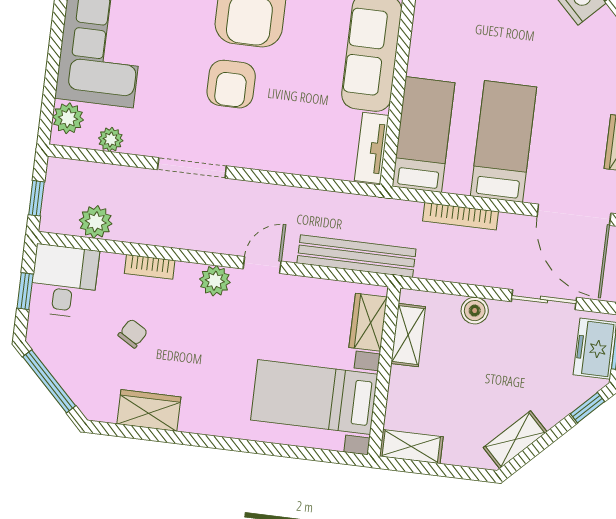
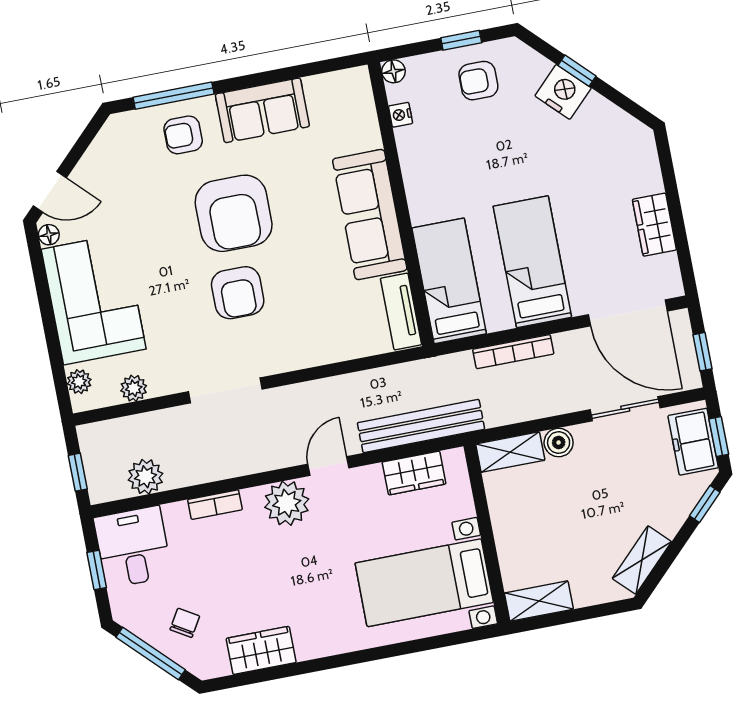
plant: (68, 118) -> (79, 382), width x0.73, depth x0.73
plant: (215, 281) -> (287, 503), width x1.36, depth x1.36
wardrobe: (368, 322) -> (414, 473), moved, turned -90
chair: (133, 333) -> (185, 623), moved
shelving: (408, 335) -> (510, 452), moved, turned 90

